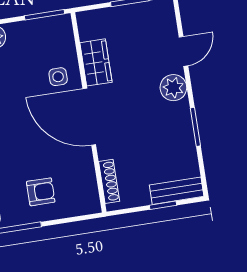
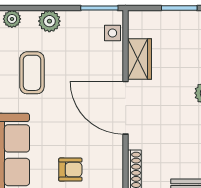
side table: (58, 77) -> (112, 33), moved

